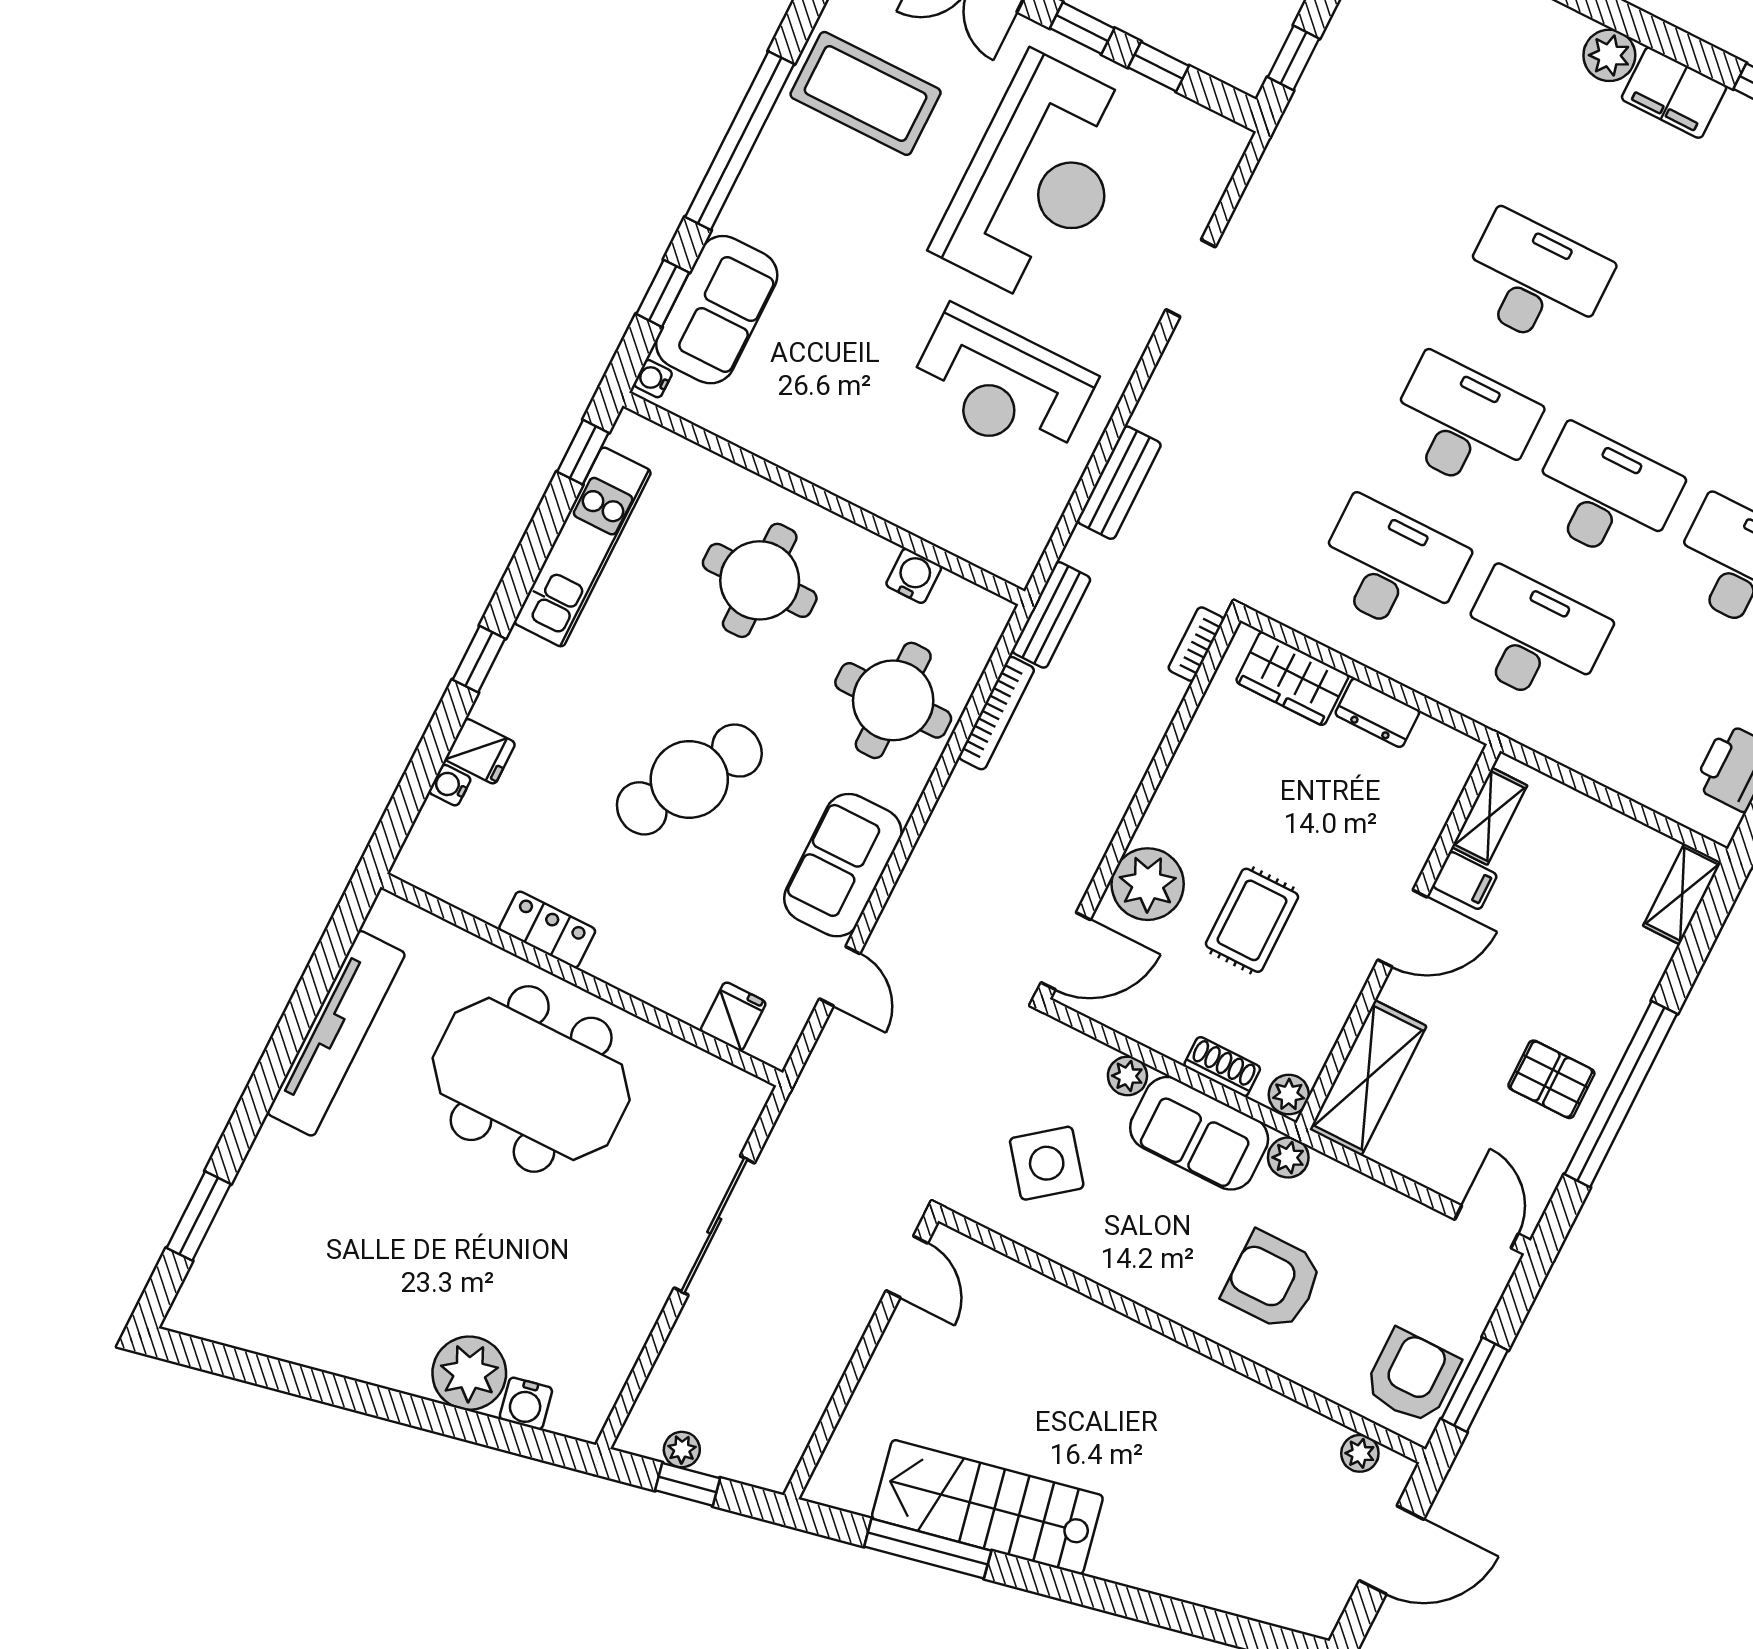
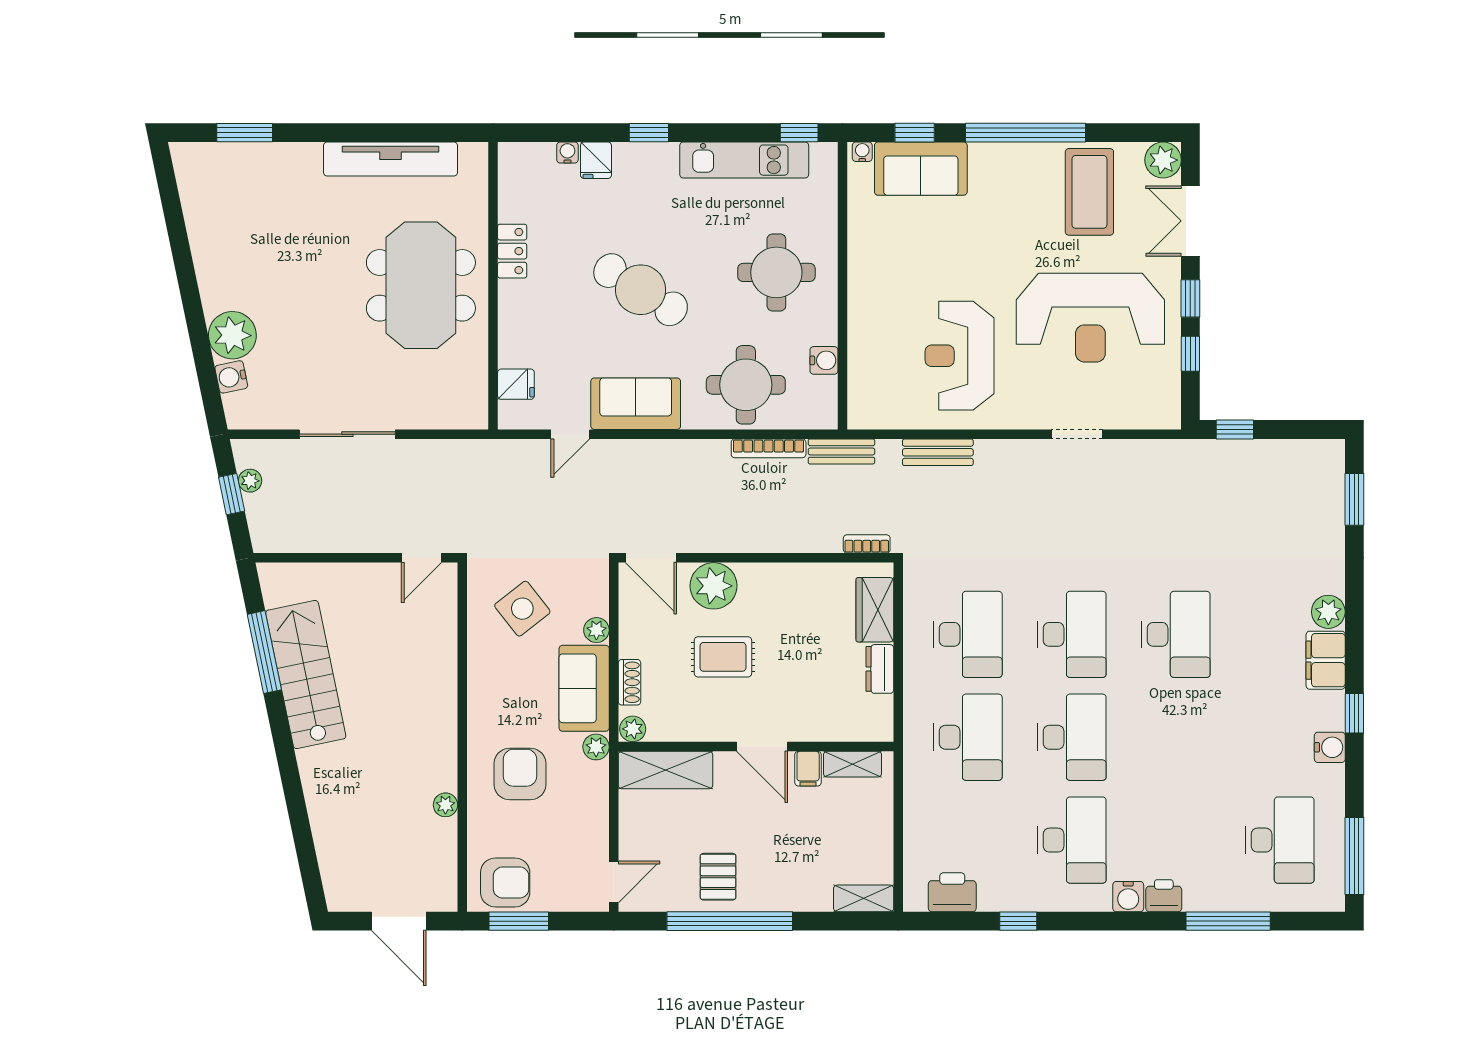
sliding door: (714, 1225) -> (347, 434), moved
plant: (1360, 1453) -> (445, 805), moved

